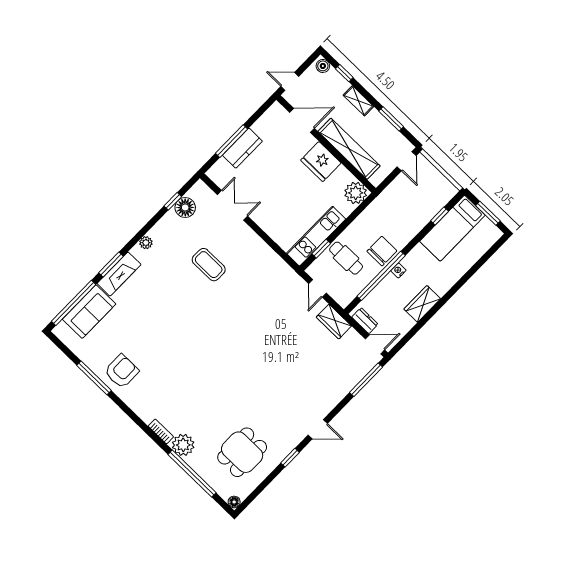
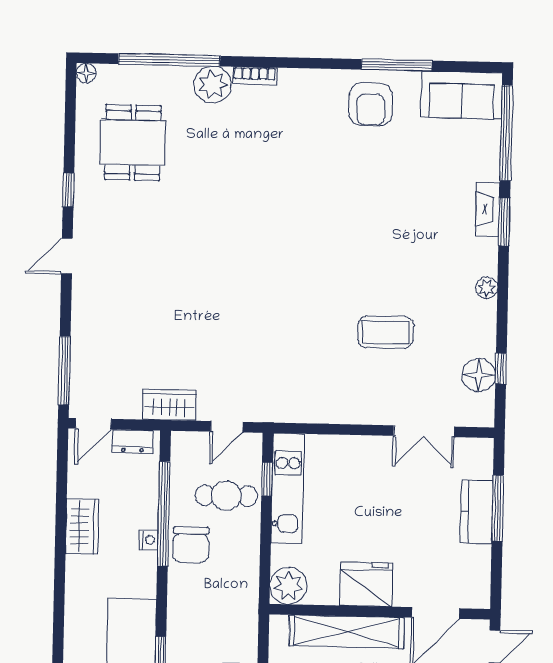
fireplace: (119, 274) -> (488, 210), width x0.73, depth x0.76
door: (317, 288) -> (227, 427), swing flipped
sofa: (89, 312) -> (462, 95), moved, turned -90

